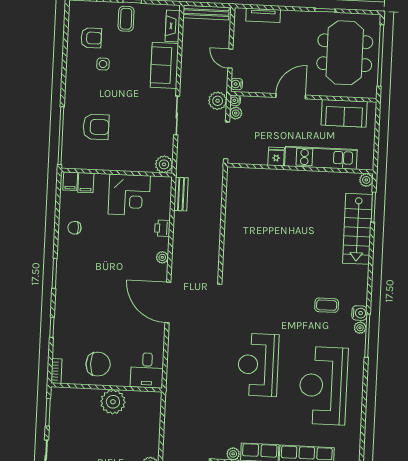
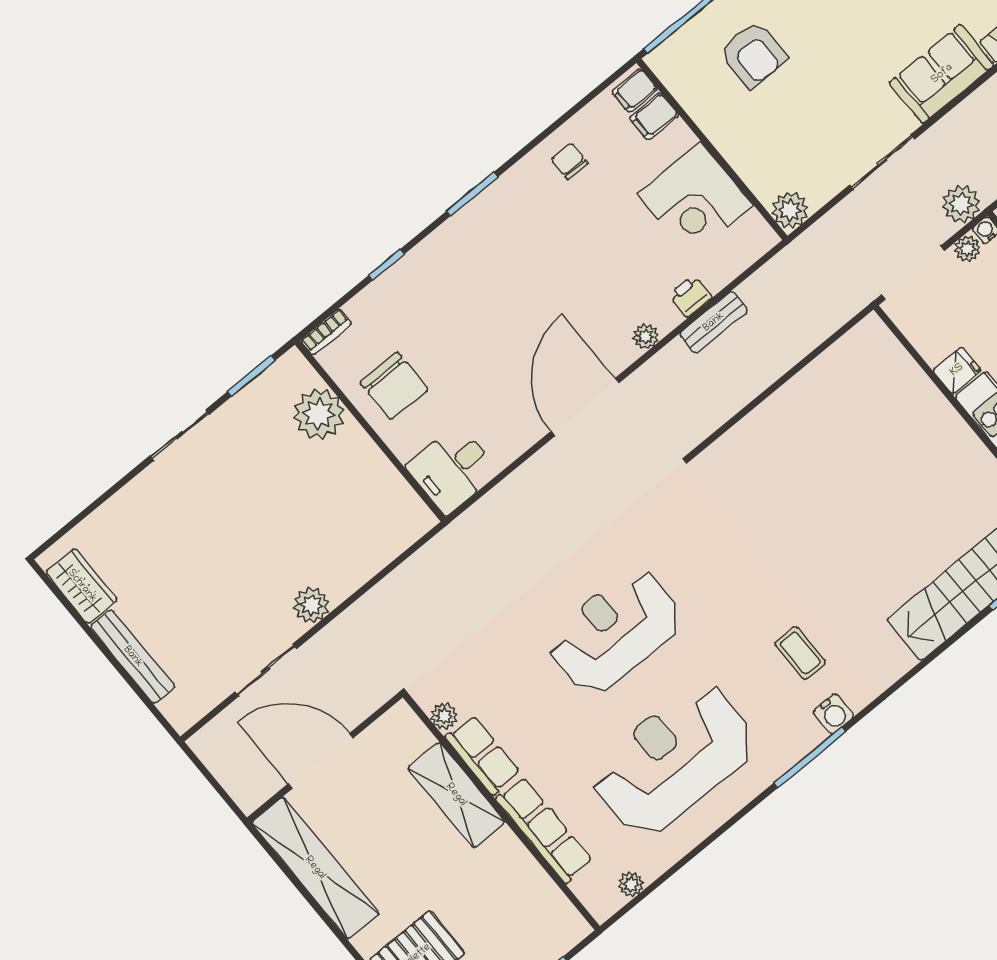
bench: (181, 194) -> (714, 322), moved
plant: (360, 328) -> (631, 884), moved
plant: (113, 402) -> (319, 414), moved

